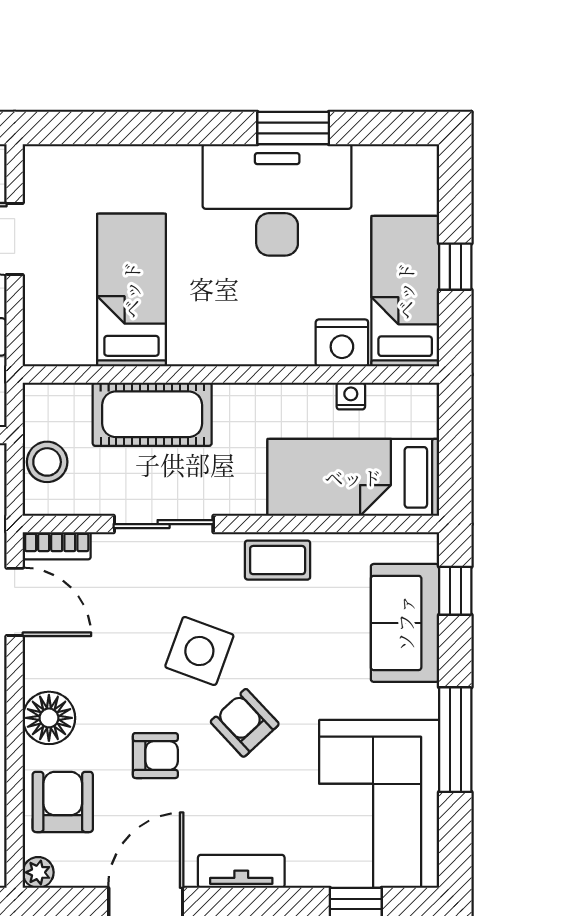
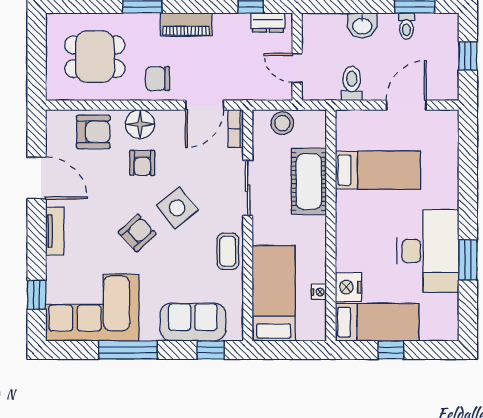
side table: (199, 651) -> (177, 208), turned 31
armchair: (155, 756) -> (142, 163), moved
plant: (38, 872) -> (54, 118), removed

